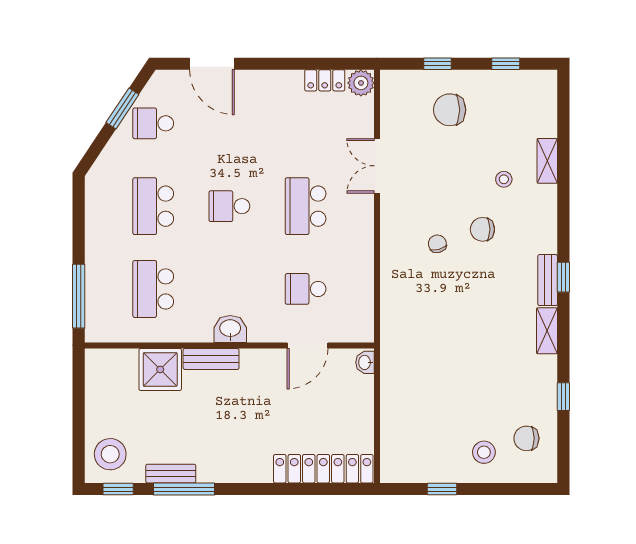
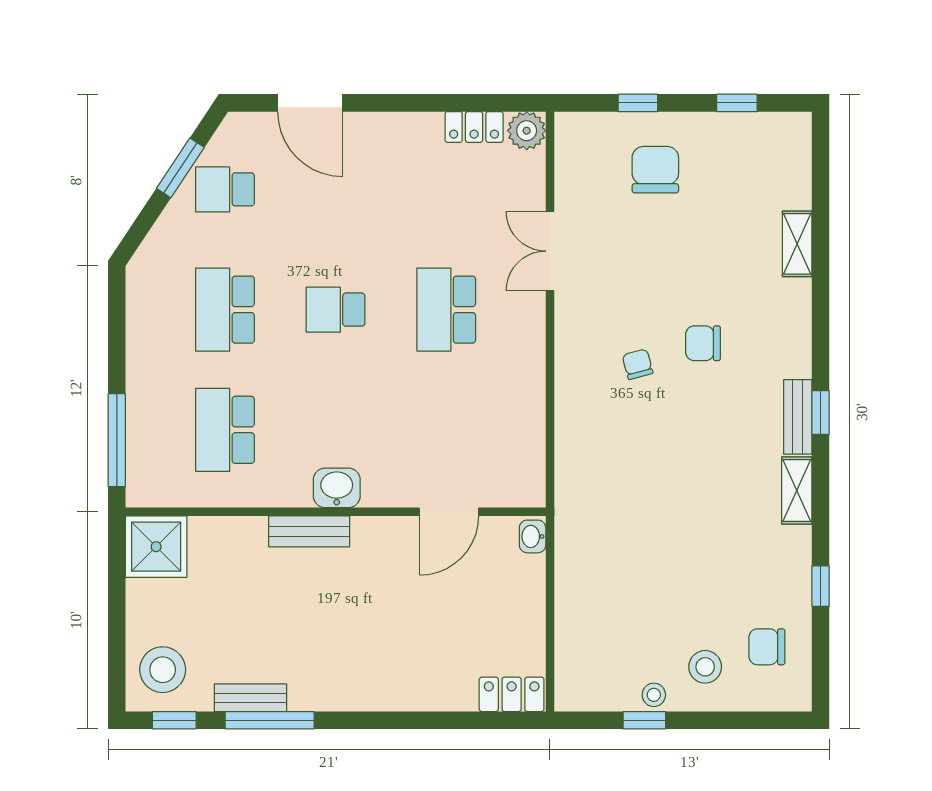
chair: (450, 110) -> (655, 170), turned 90
stool: (504, 179) -> (654, 695), moved
school desk: (306, 289) -> (446, 430), removed
shower: (160, 369) -> (156, 547), moved
locker: (323, 469) -> (512, 694), width x0.46, depth x0.83

